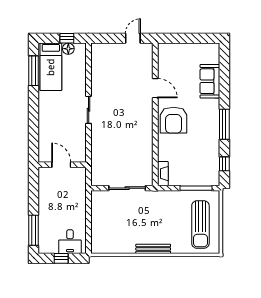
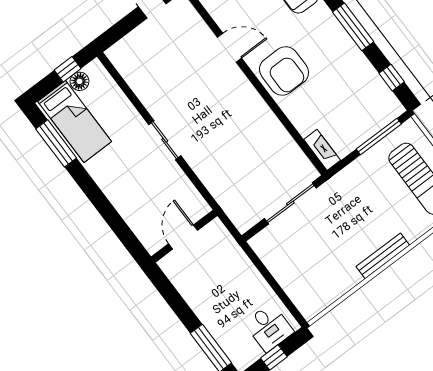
door: (61, 165) -> (183, 237), hinge flipped

